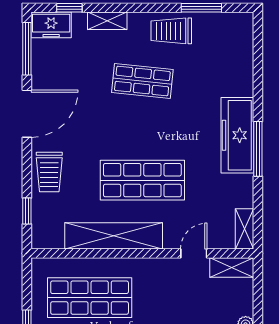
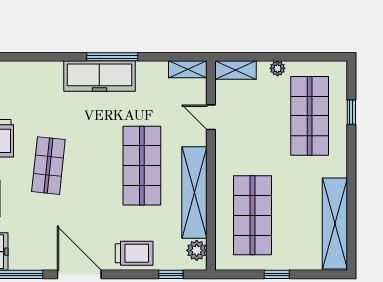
plant: (52, 238) -> (197, 250), added
shelving: (232, 267) -> (235, 70), moved, turned 90

